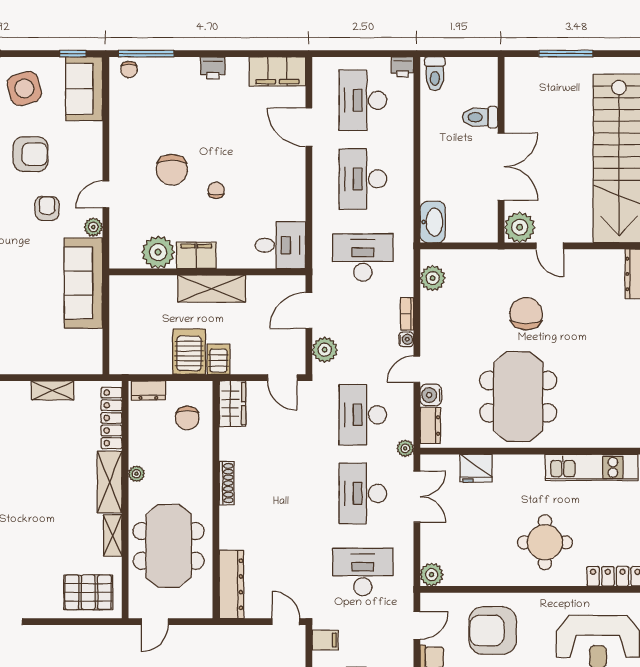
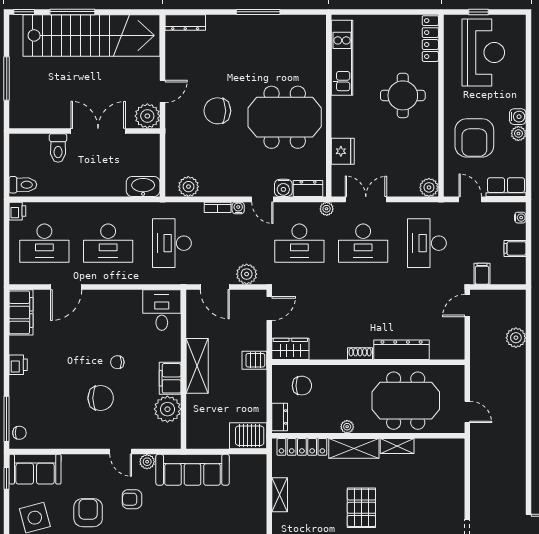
server rack: (189, 352) -> (248, 436), moved
shoe rack: (227, 483) -> (360, 354), width x0.70
dresser: (231, 584) -> (402, 350), moved
pallet: (88, 592) -> (361, 508), moved

